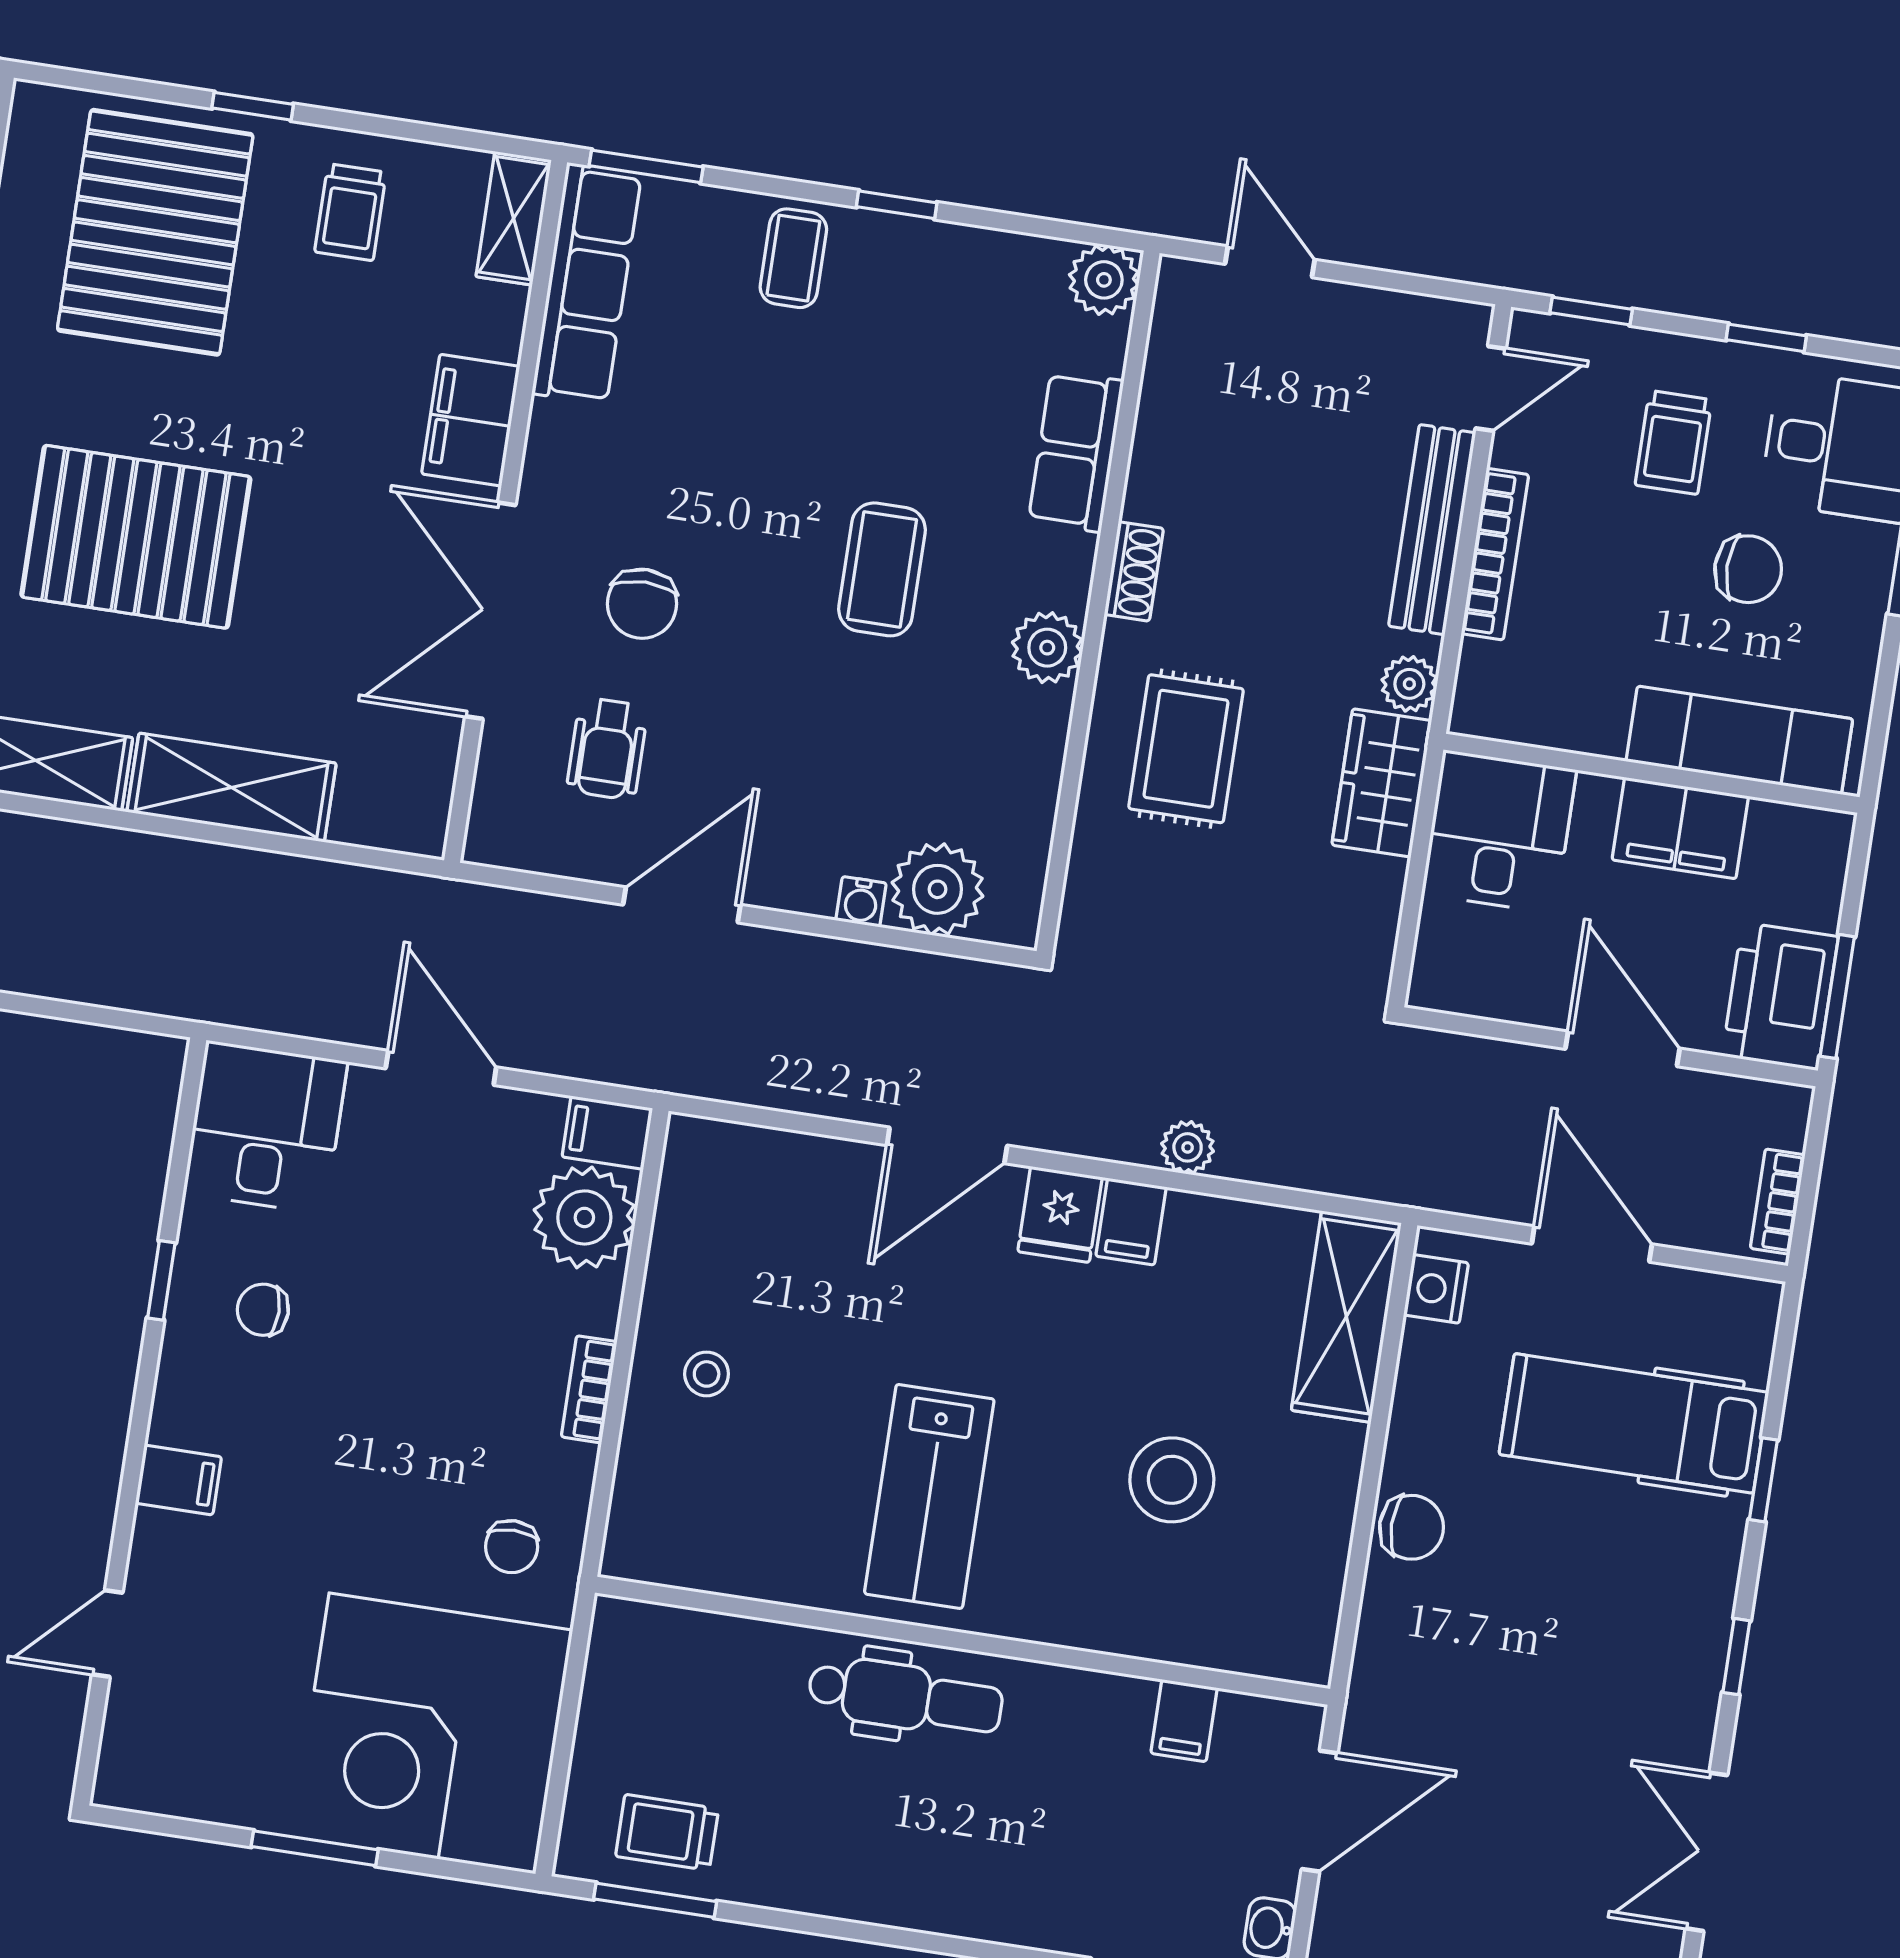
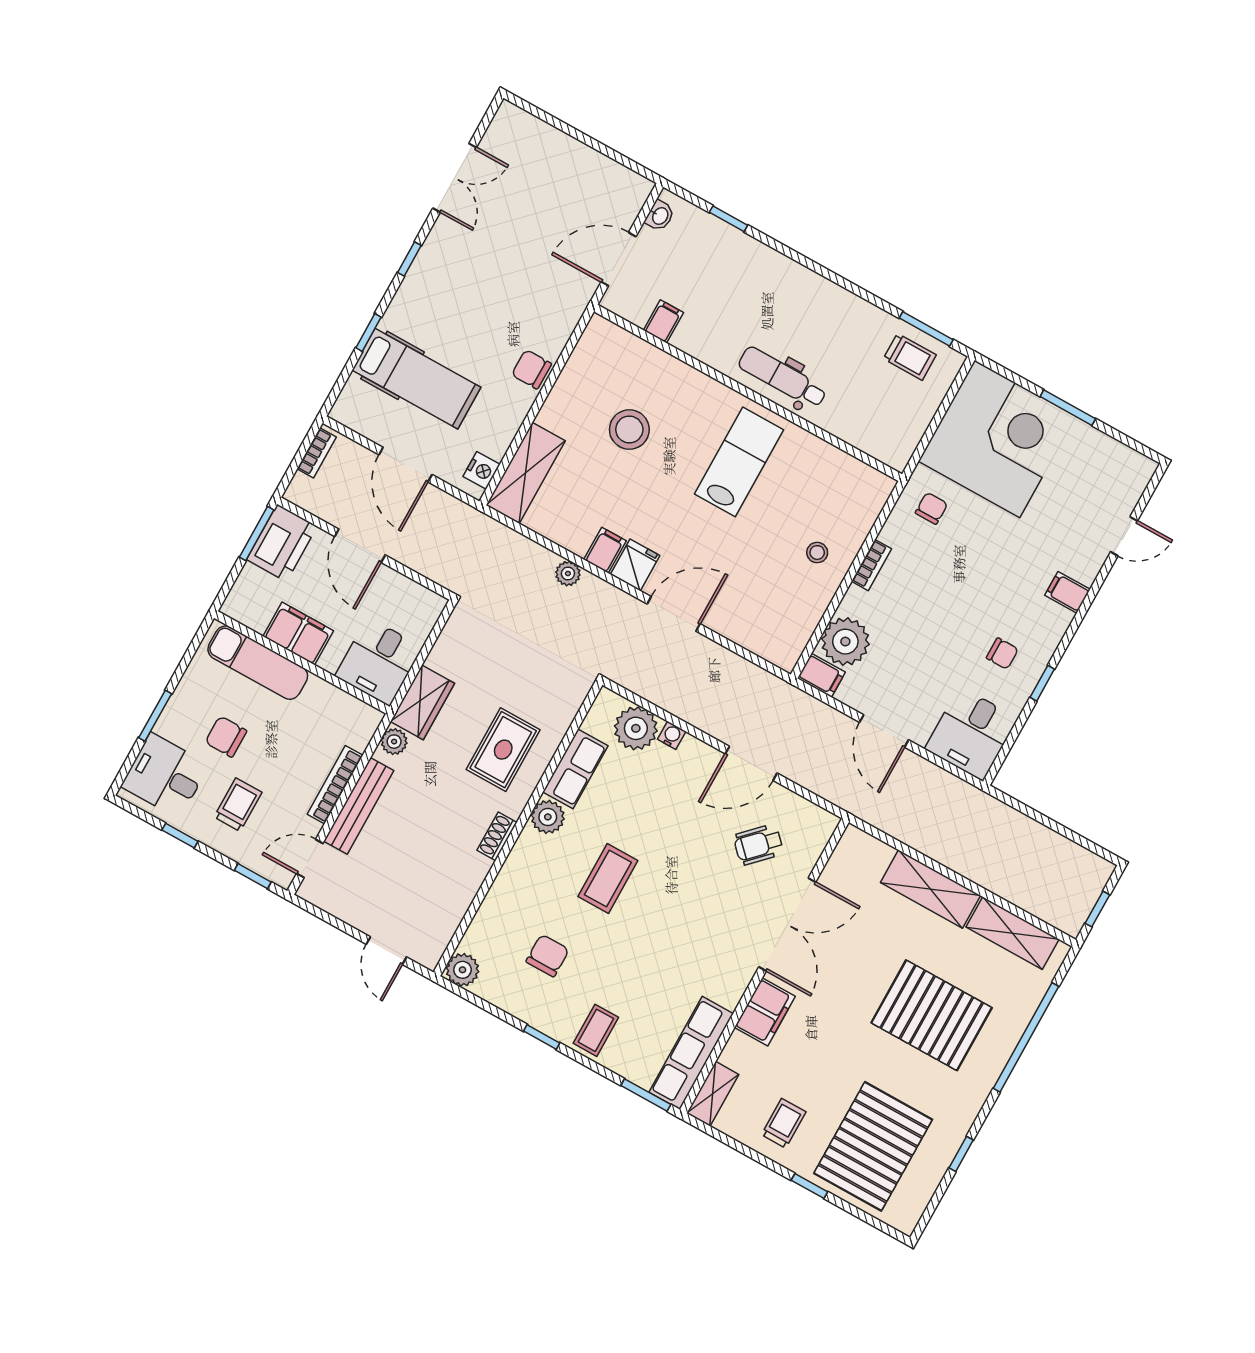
row of seats: (1076, 451) -> (575, 769), moved
chair: (642, 604) -> (548, 956), moved
wheelchair: (607, 749) -> (758, 845), turned -135

